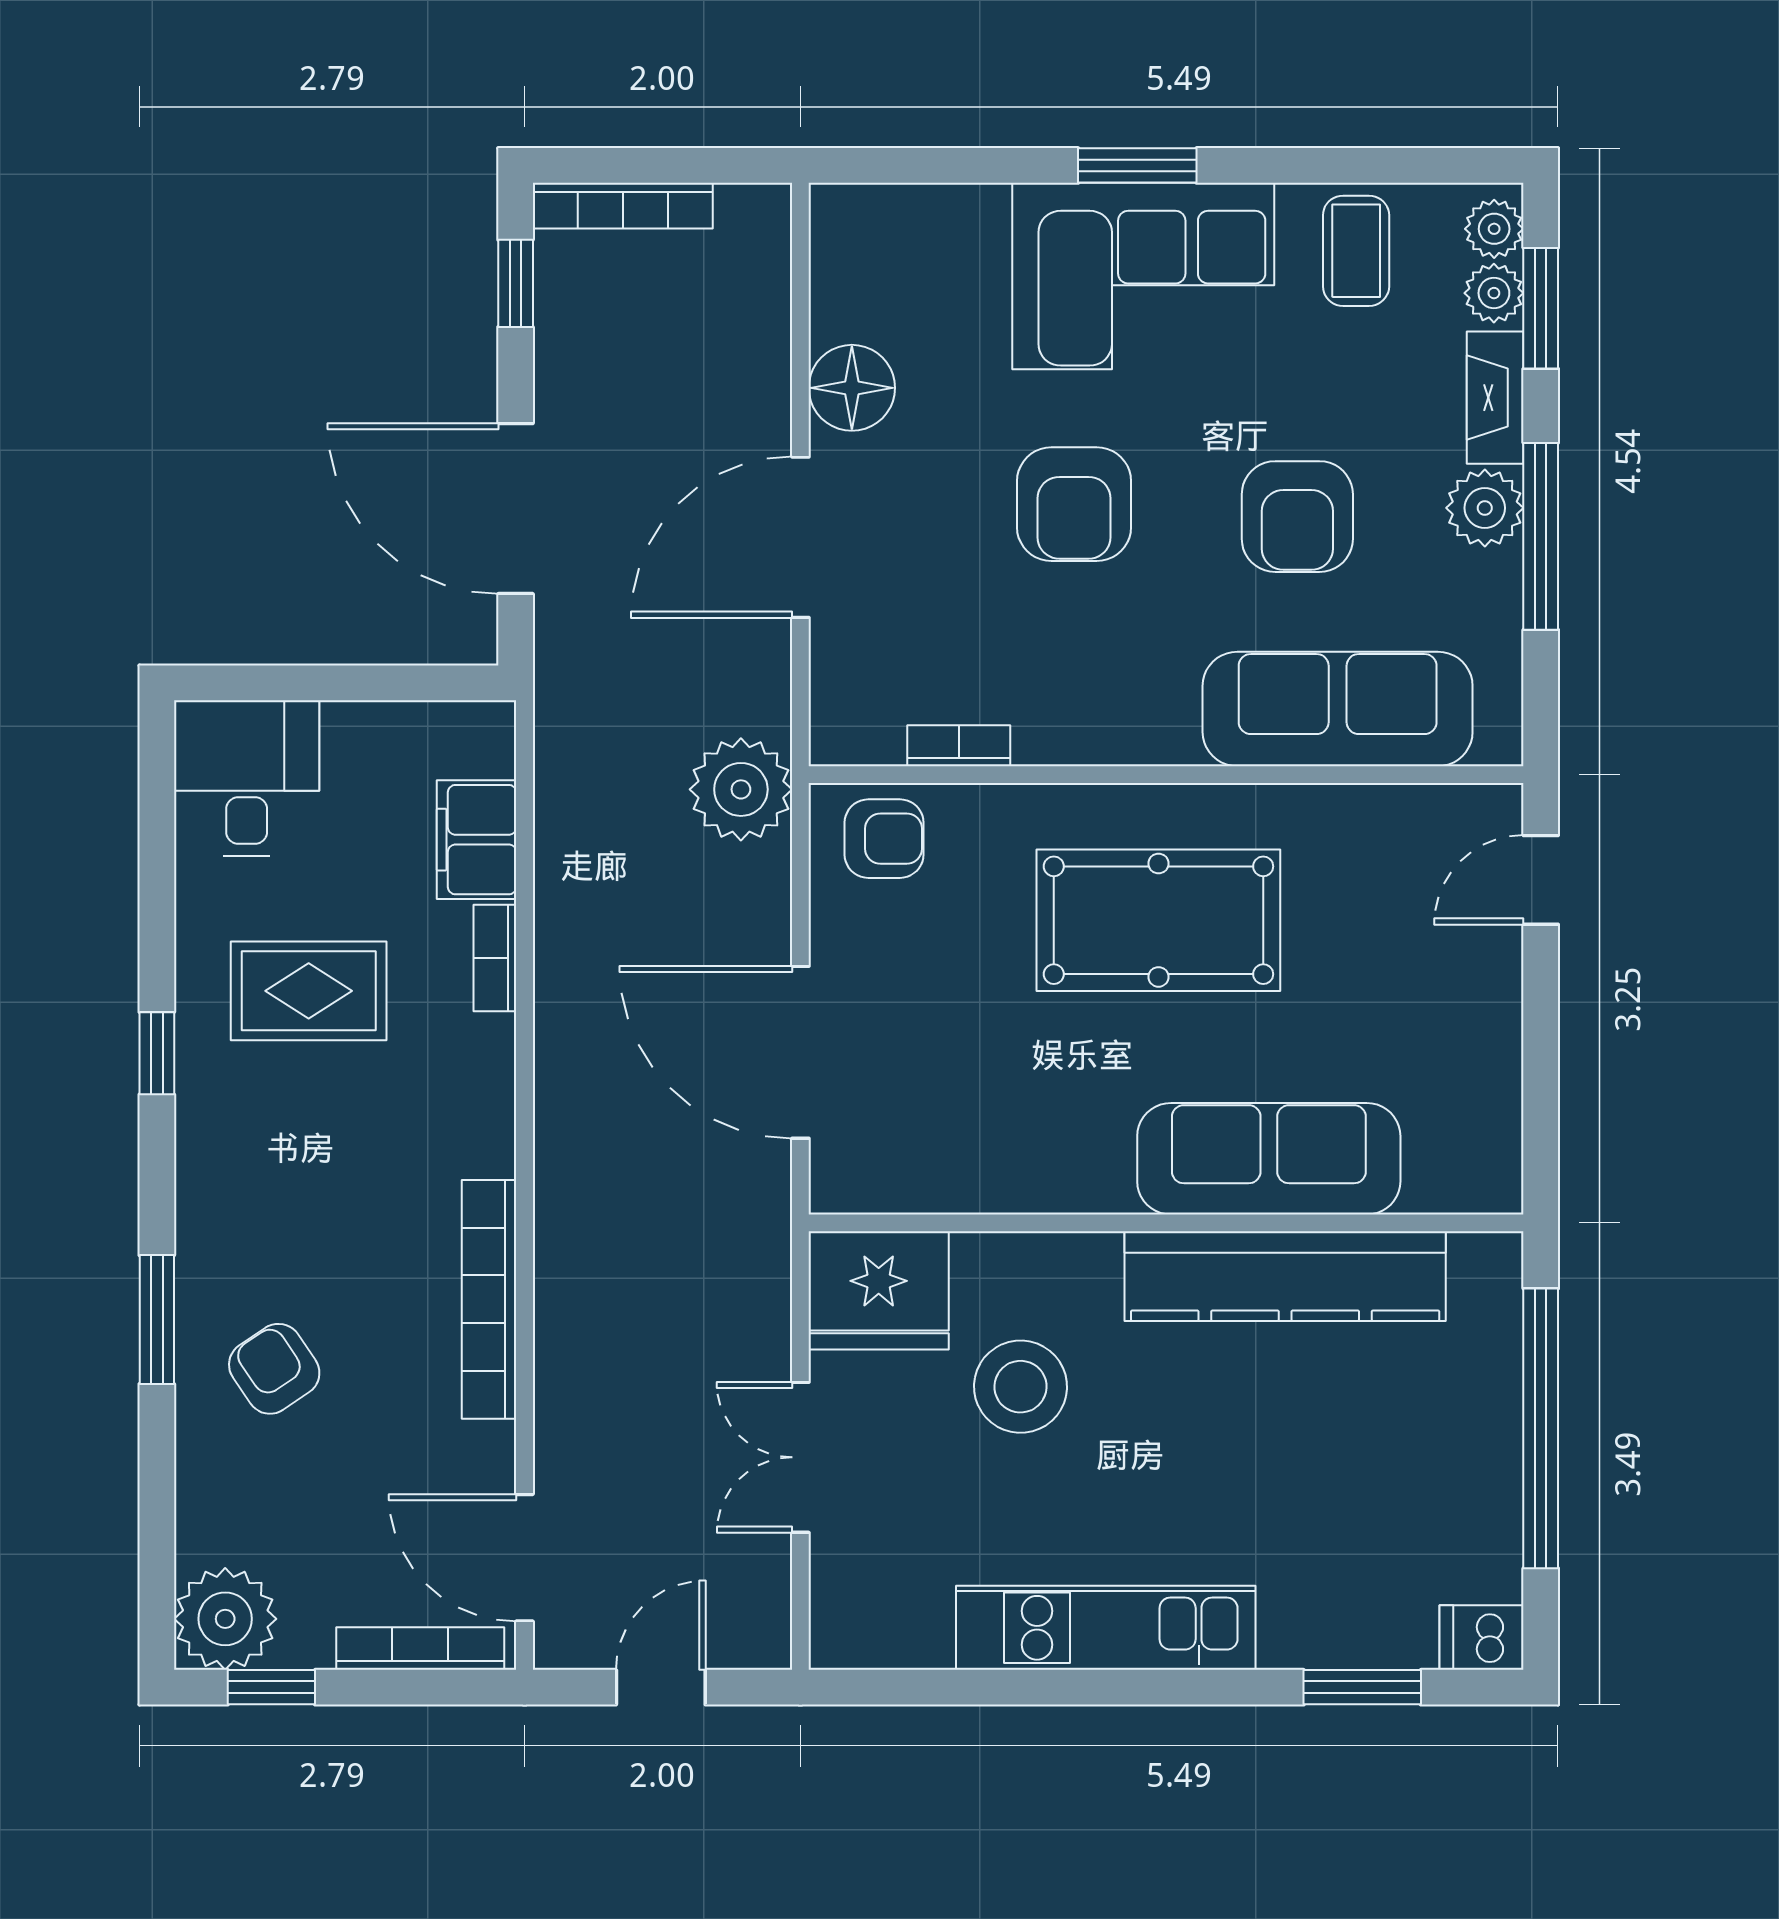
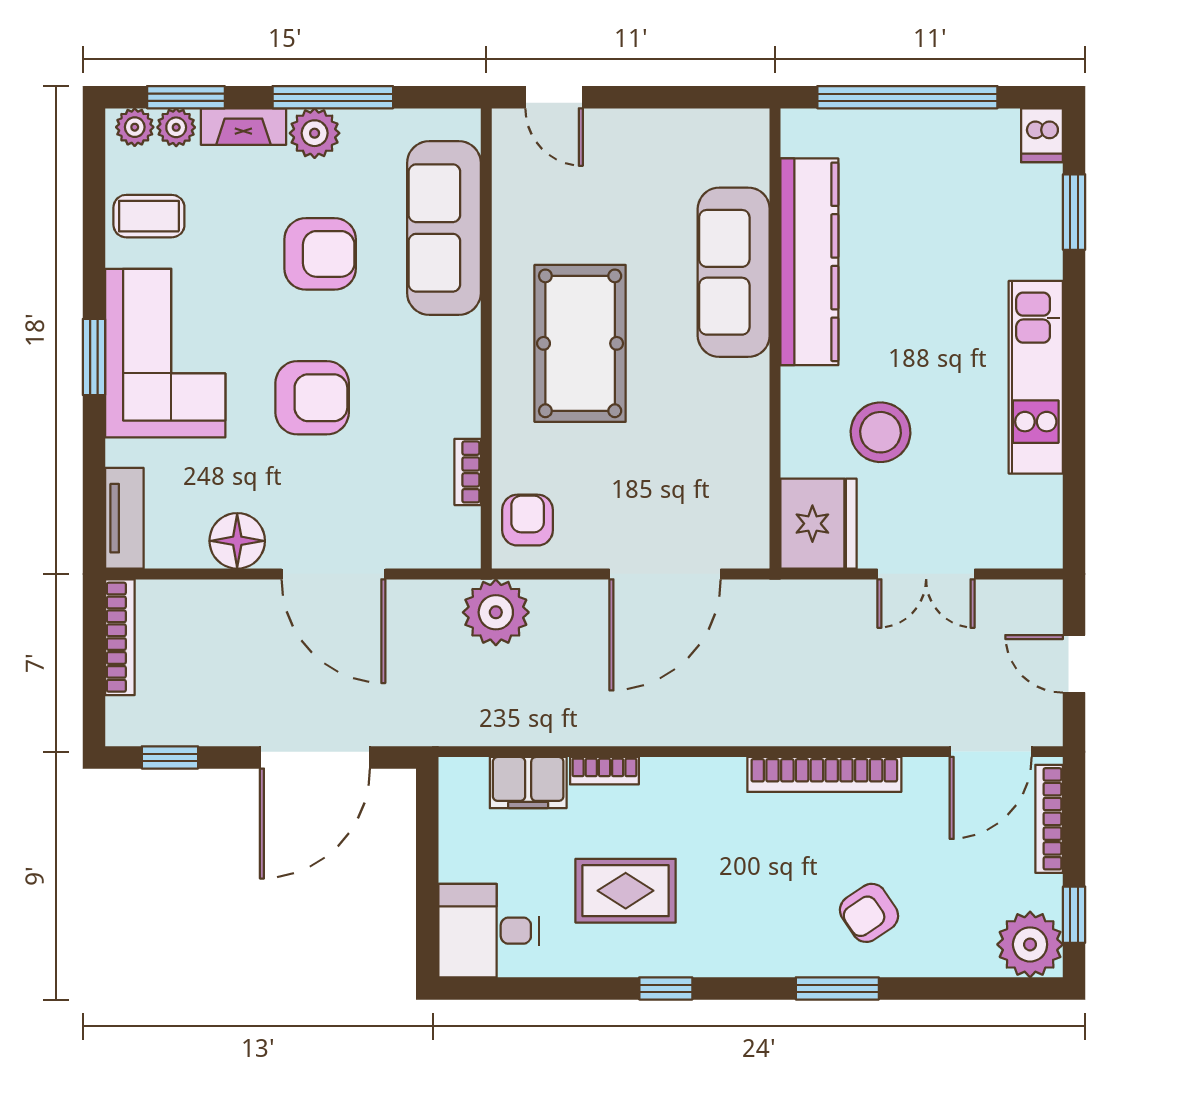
bookcase: (623, 206) -> (120, 637), moved
tv unit: (887, 213) -> (124, 518), added
rug: (309, 991) -> (626, 891), turned 90

